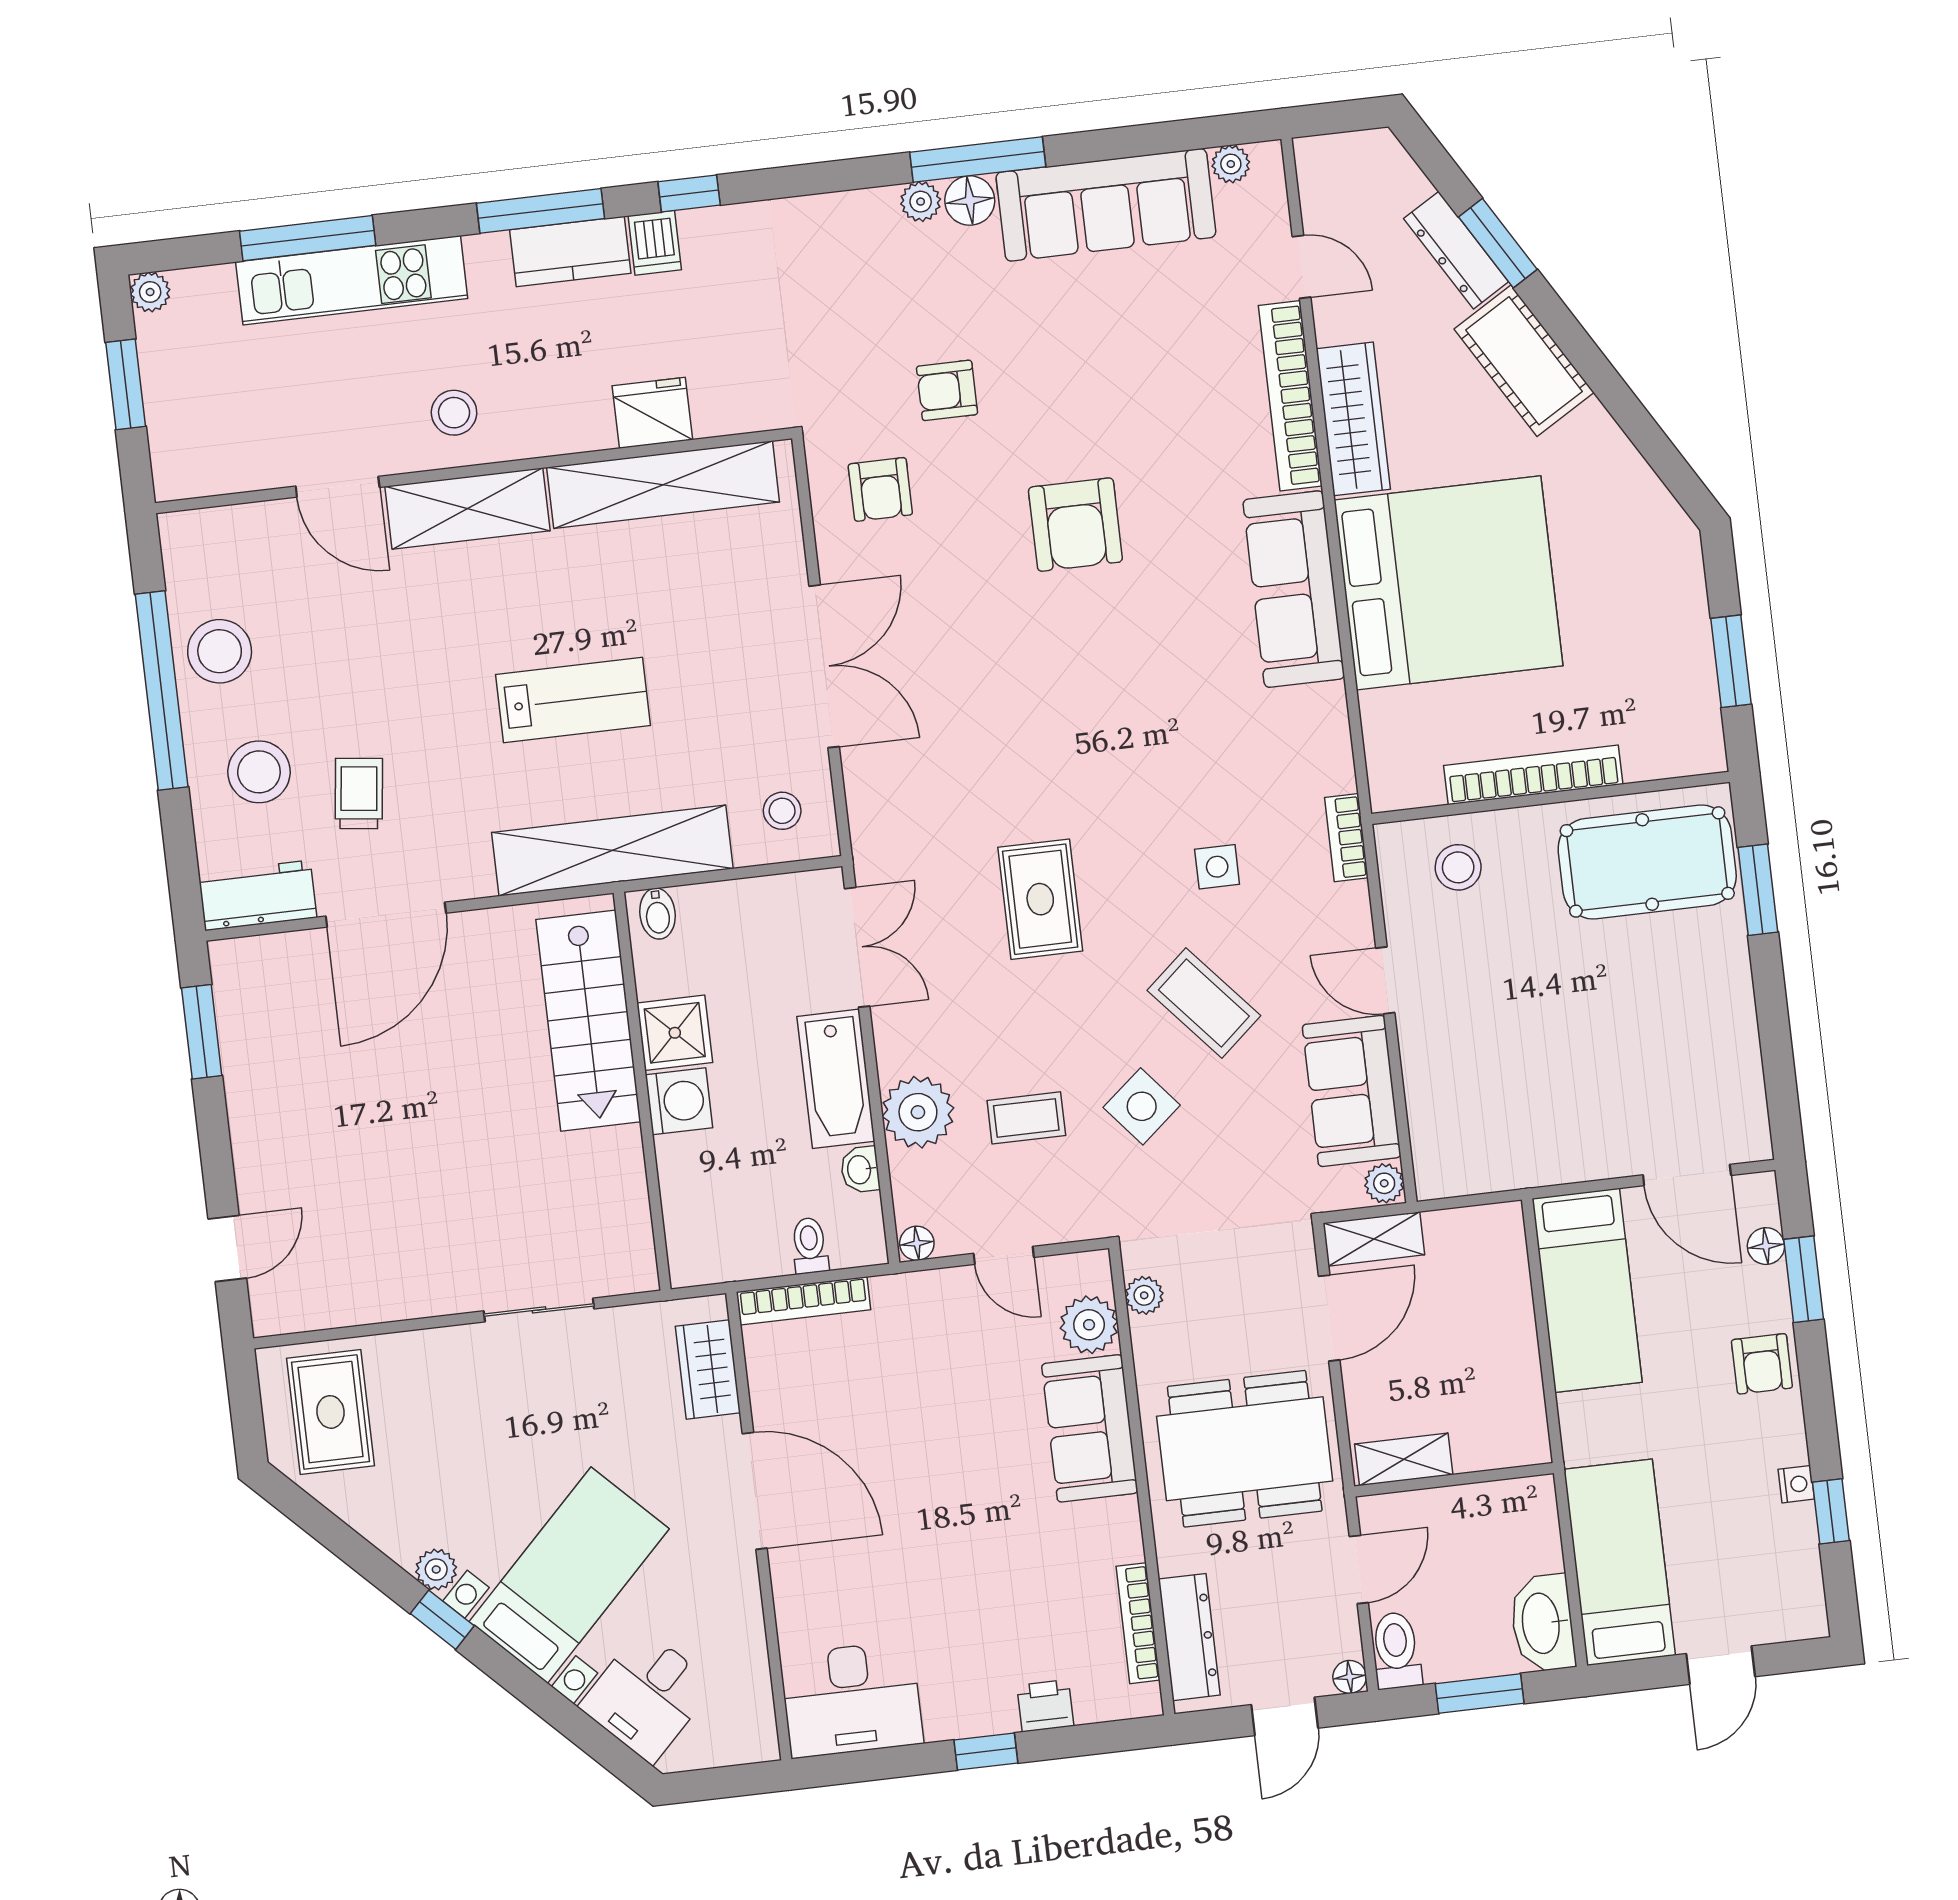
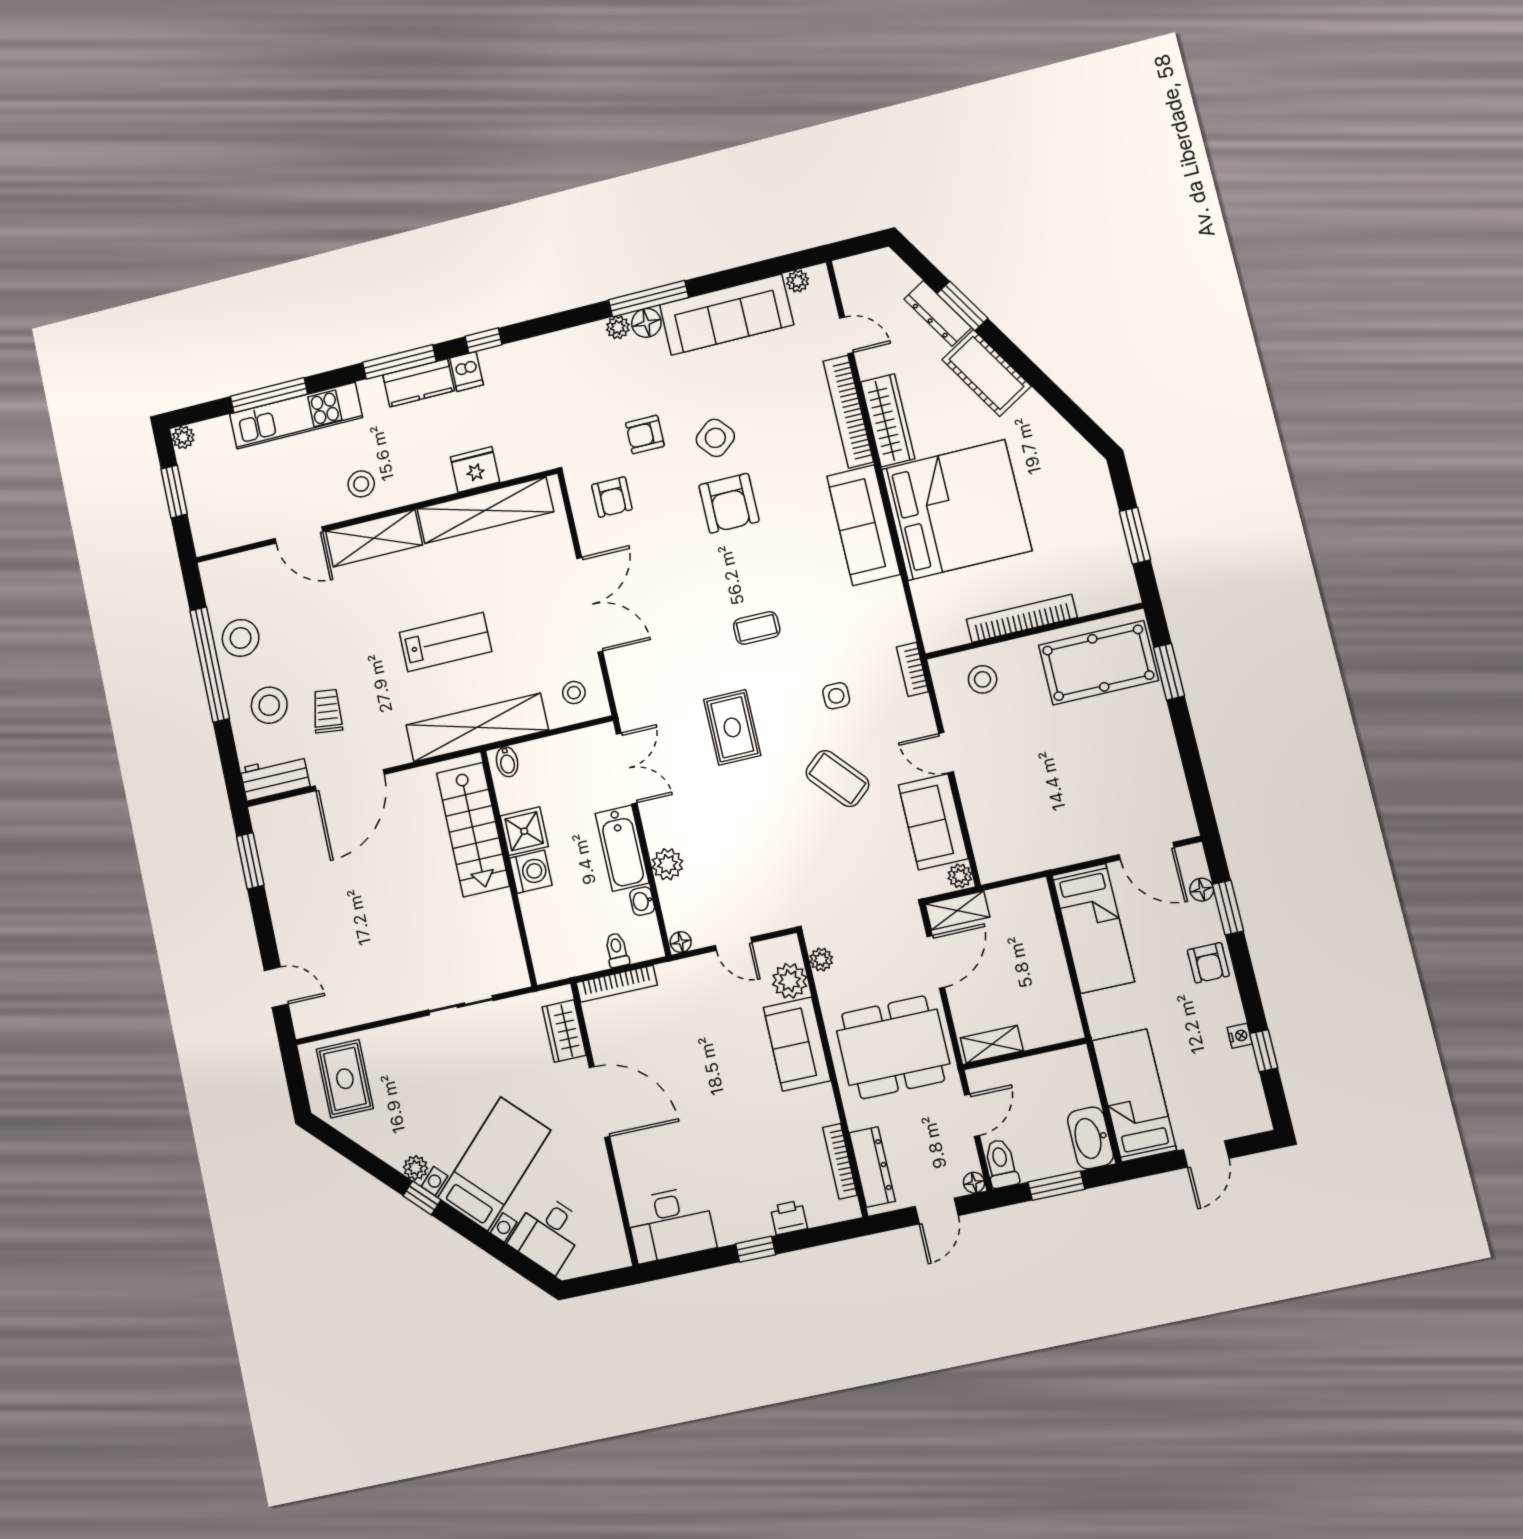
side table: (1142, 1106) -> (715, 438), moved
plant: (918, 1112) -> (667, 864), width x0.73, depth x0.73
coffee table: (1026, 1118) -> (757, 628), moved
door: (227, 1248) -> (276, 987), hinge flipped

